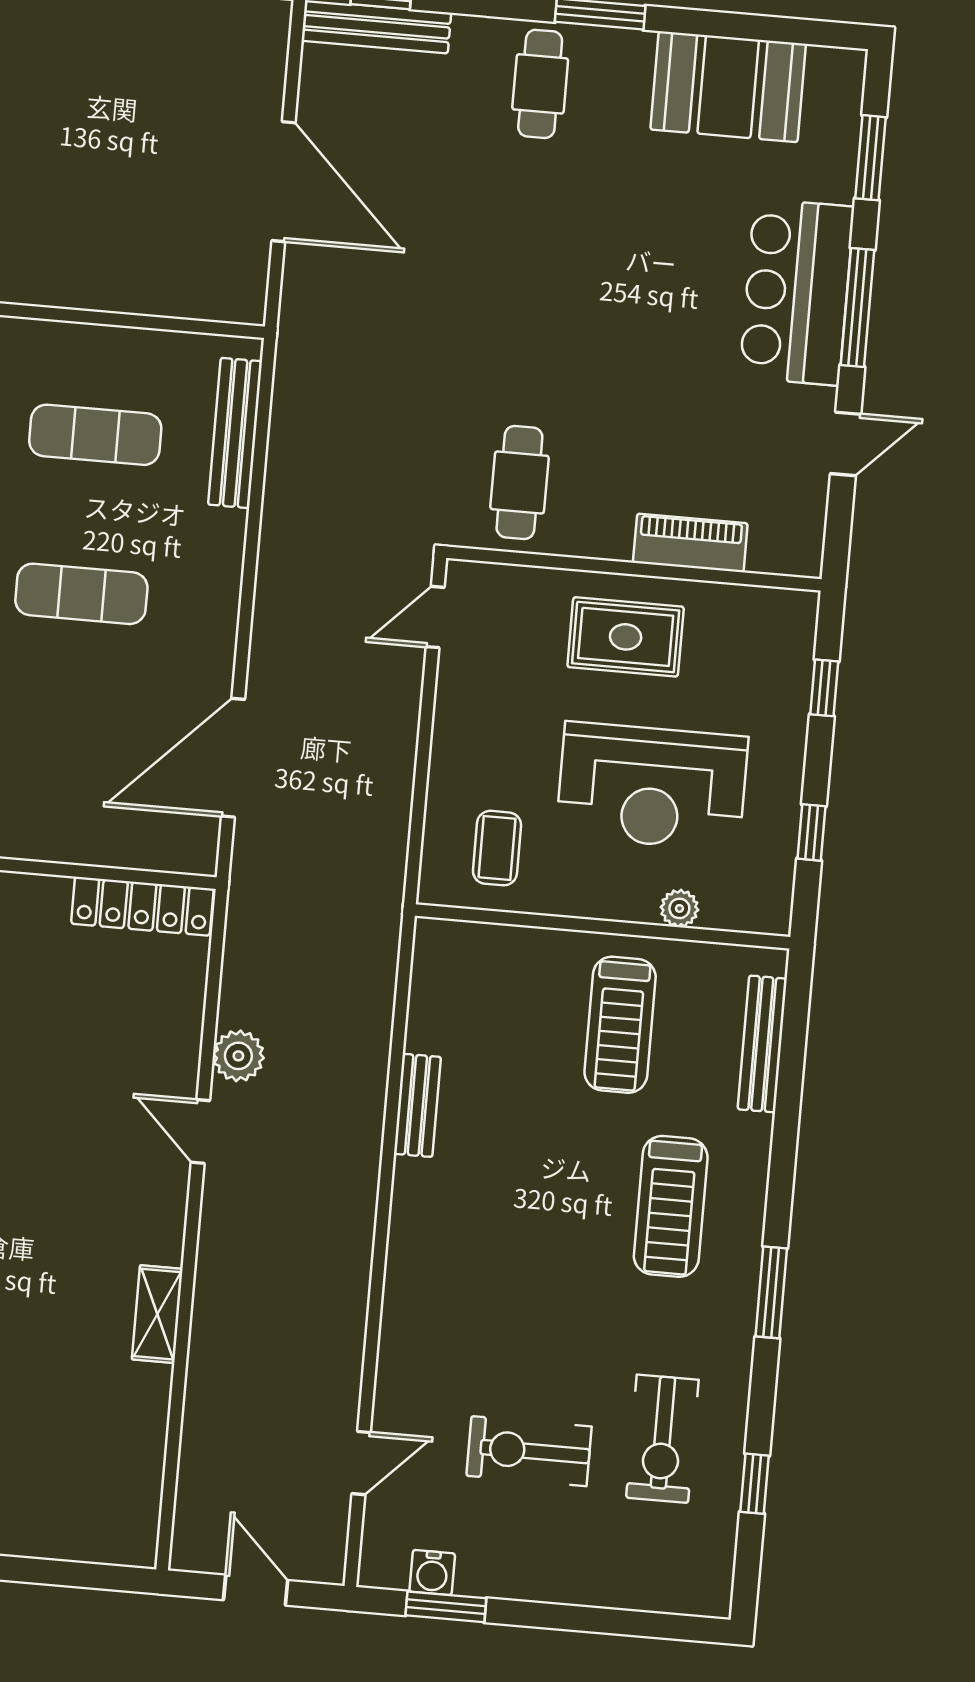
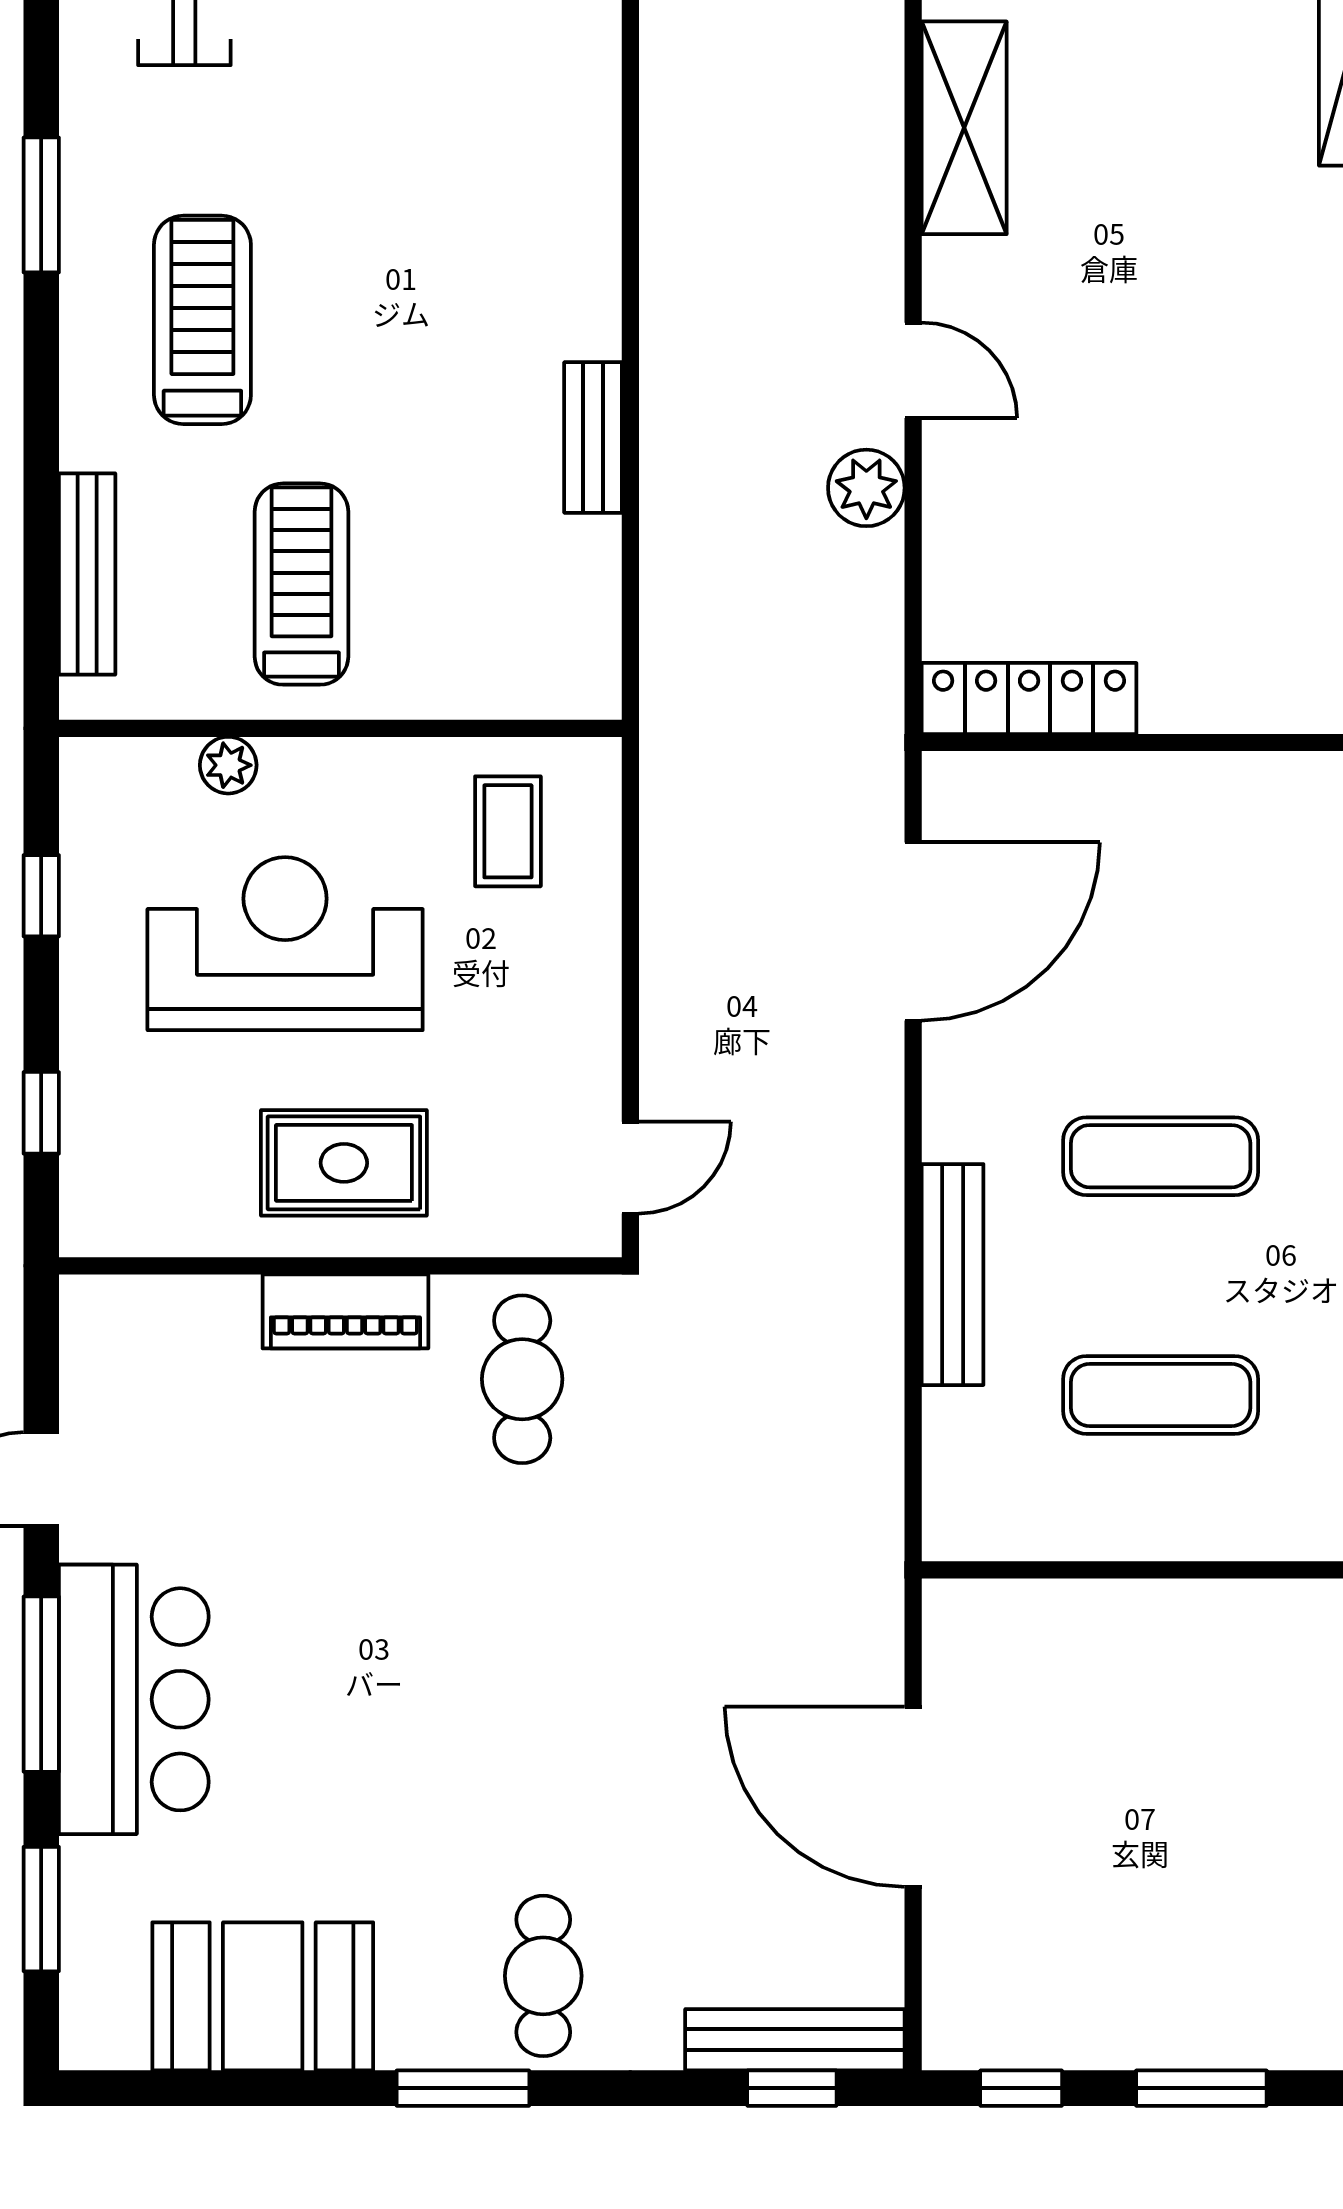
bench: (235, 433) -> (953, 1275), moved
piano: (690, 543) -> (345, 1311), moved
shelving: (157, 1314) -> (964, 128), width x1.50, depth x1.33

